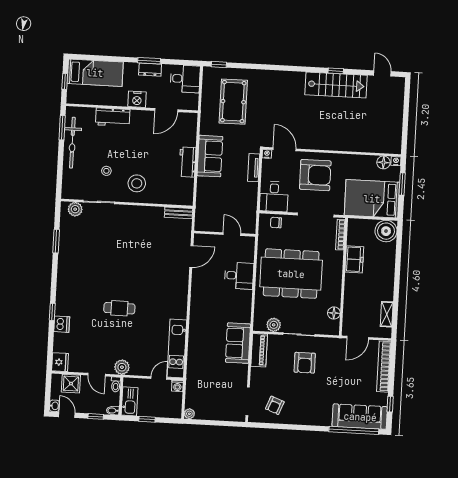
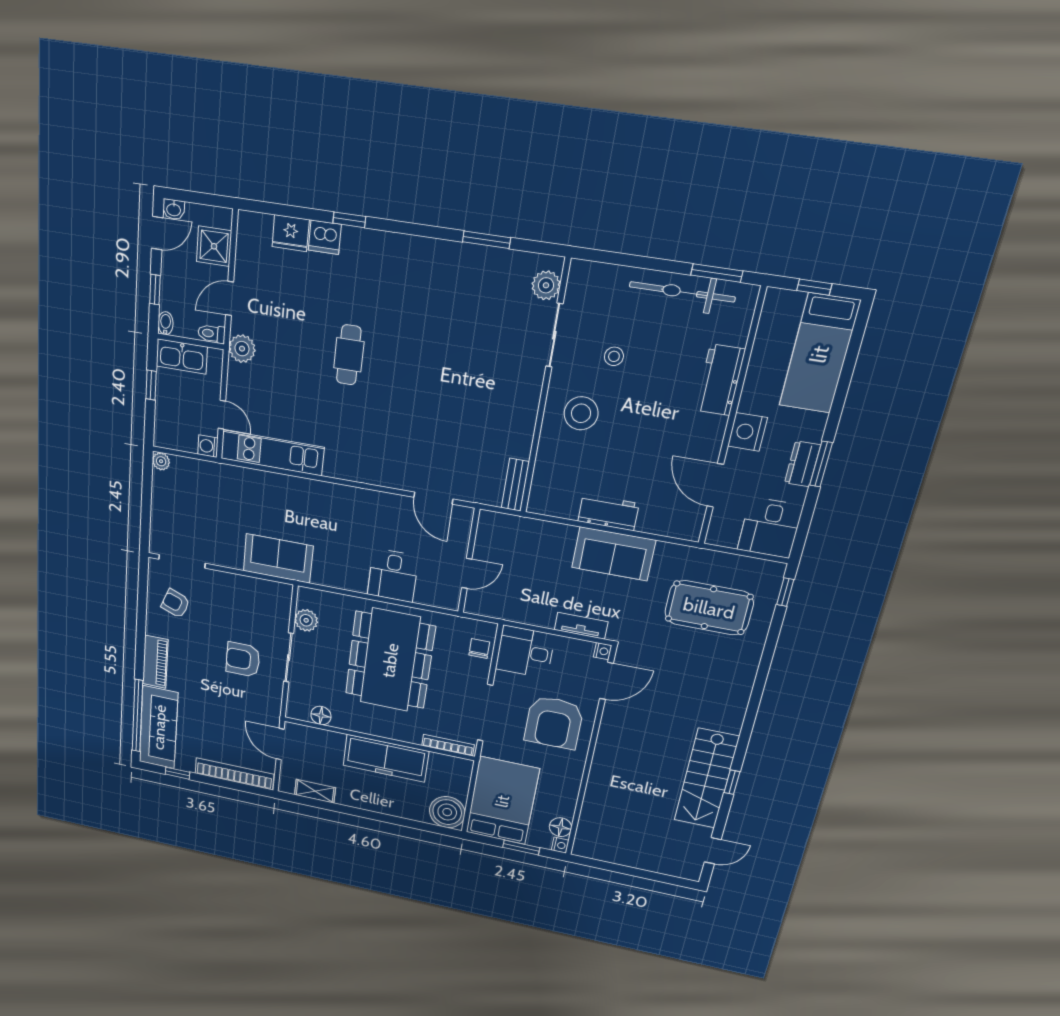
freezer: (354, 259) -> (386, 758), width x1.91, depth x1.26
piano: (259, 350) -> (155, 662), moved, turned -90
fridge: (60, 362) -> (291, 233), moved

